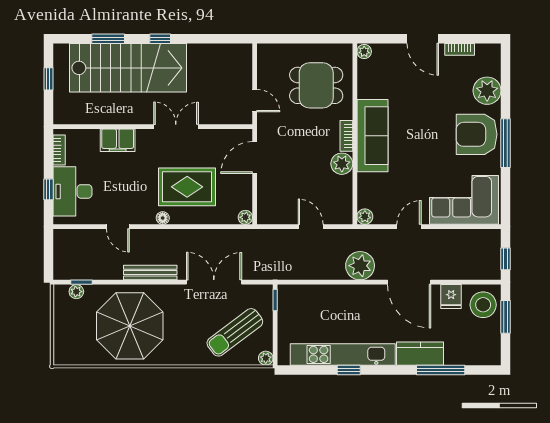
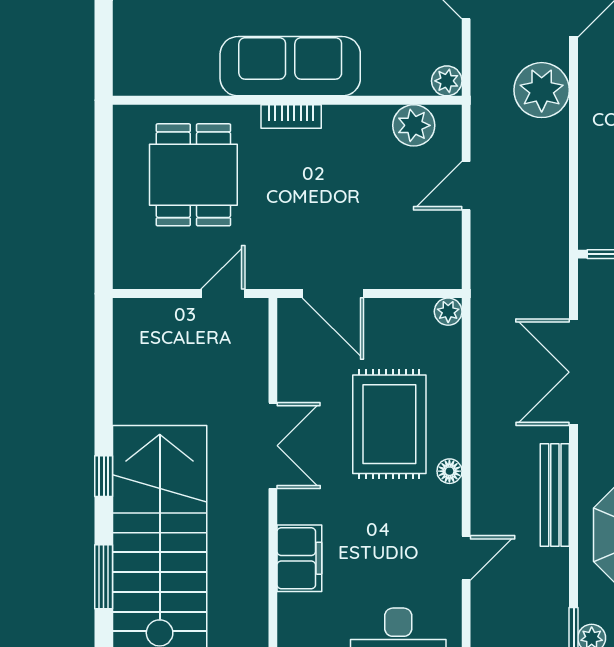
plant: (364, 52) -> (128, 82), removed
double door: (176, 127) -> (273, 446), swing flipped
plant: (342, 164) -> (414, 125), moved

